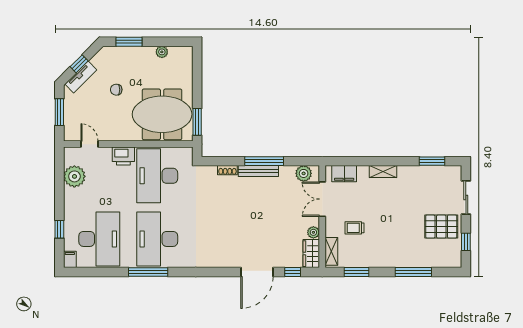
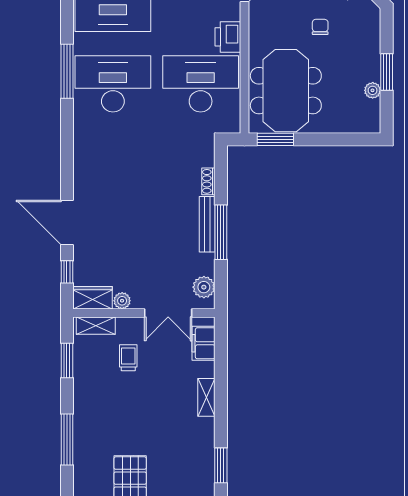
window: (129, 42) -> (387, 72), moved
double door: (322, 199) -> (168, 313), swing flipped

